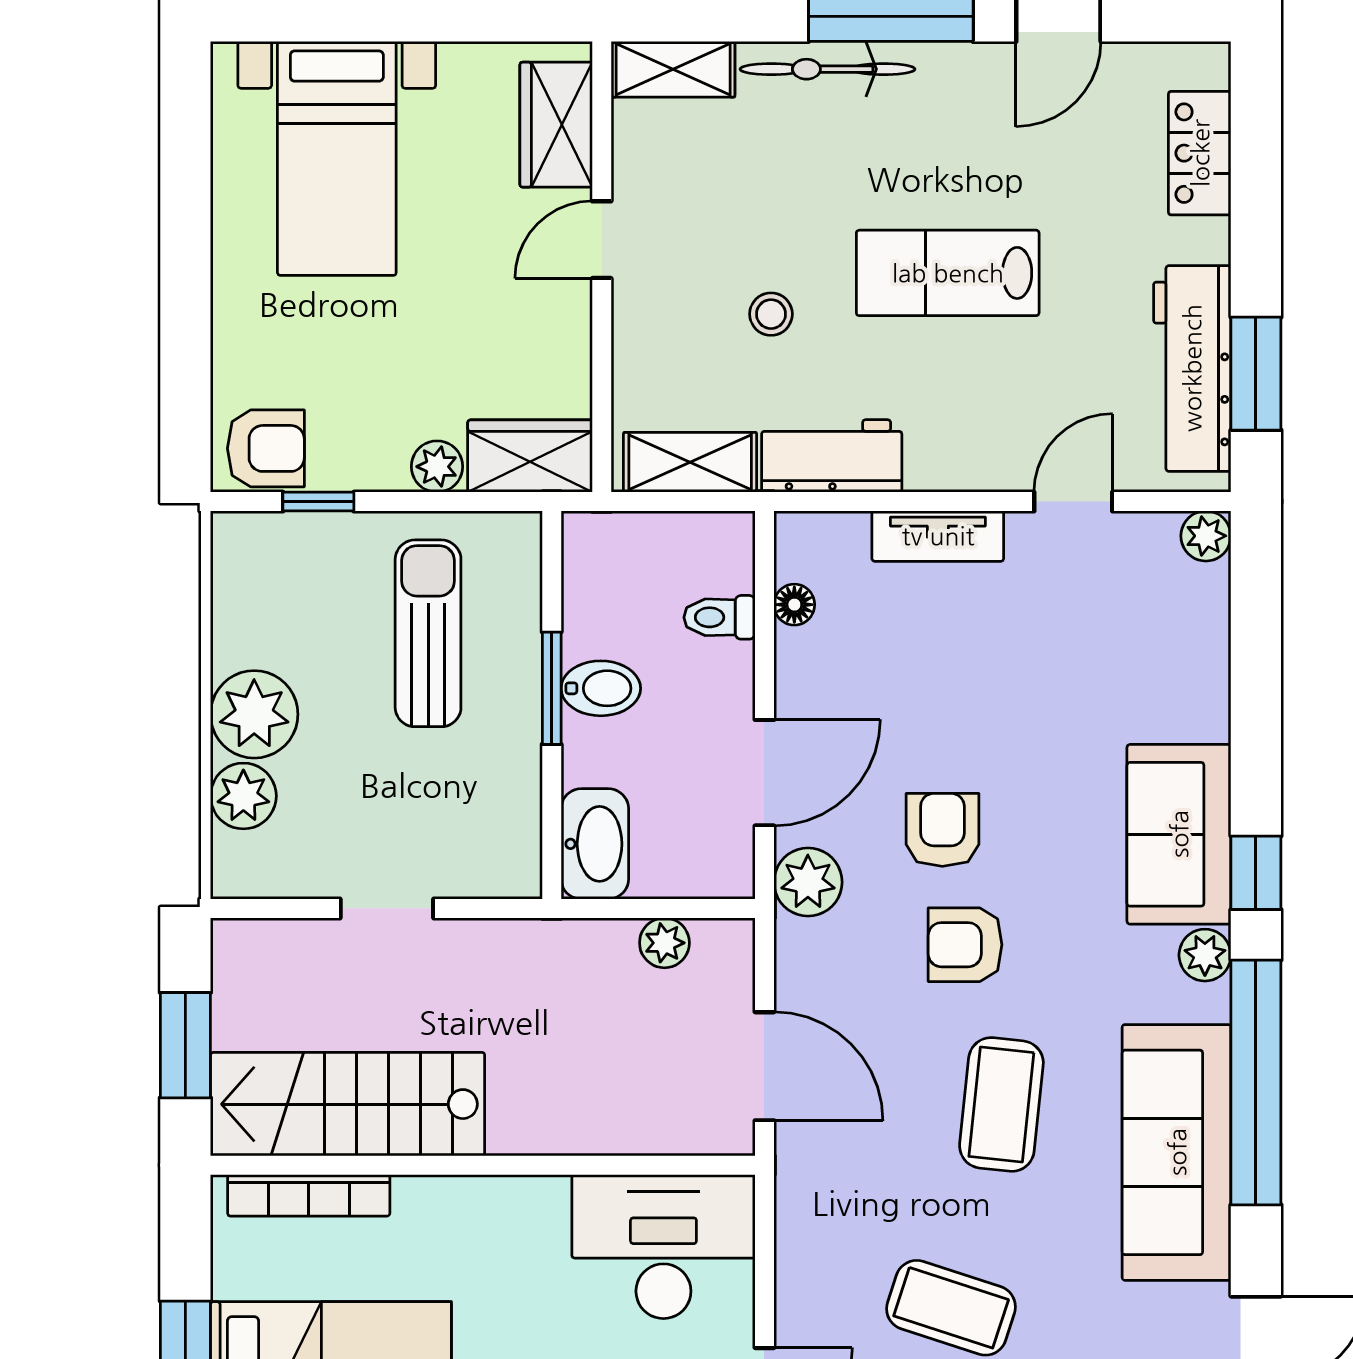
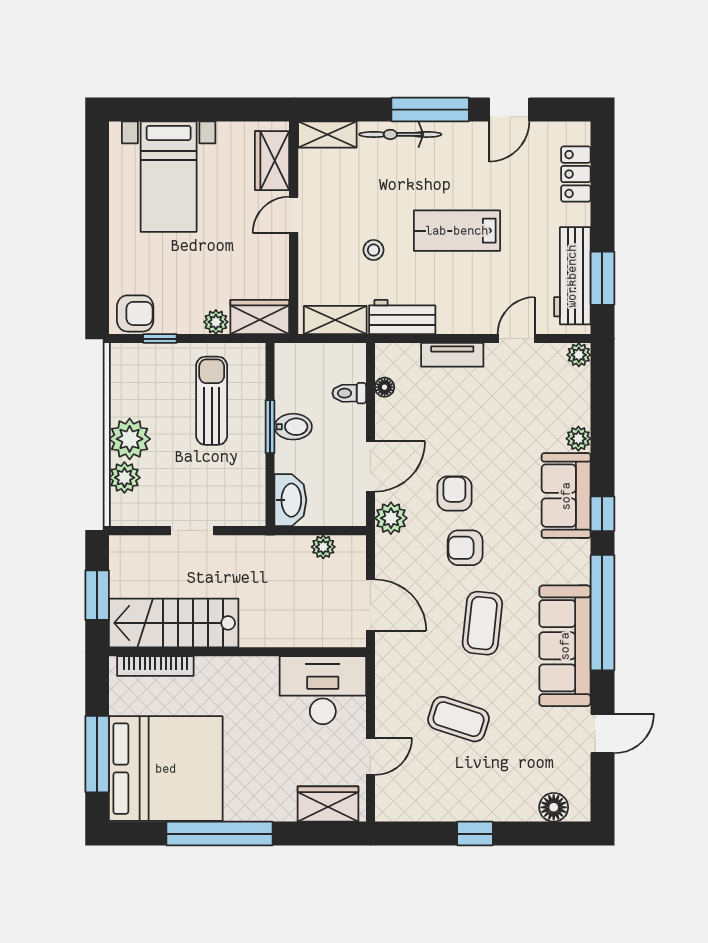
plant: (1205, 955) -> (578, 439), moved

